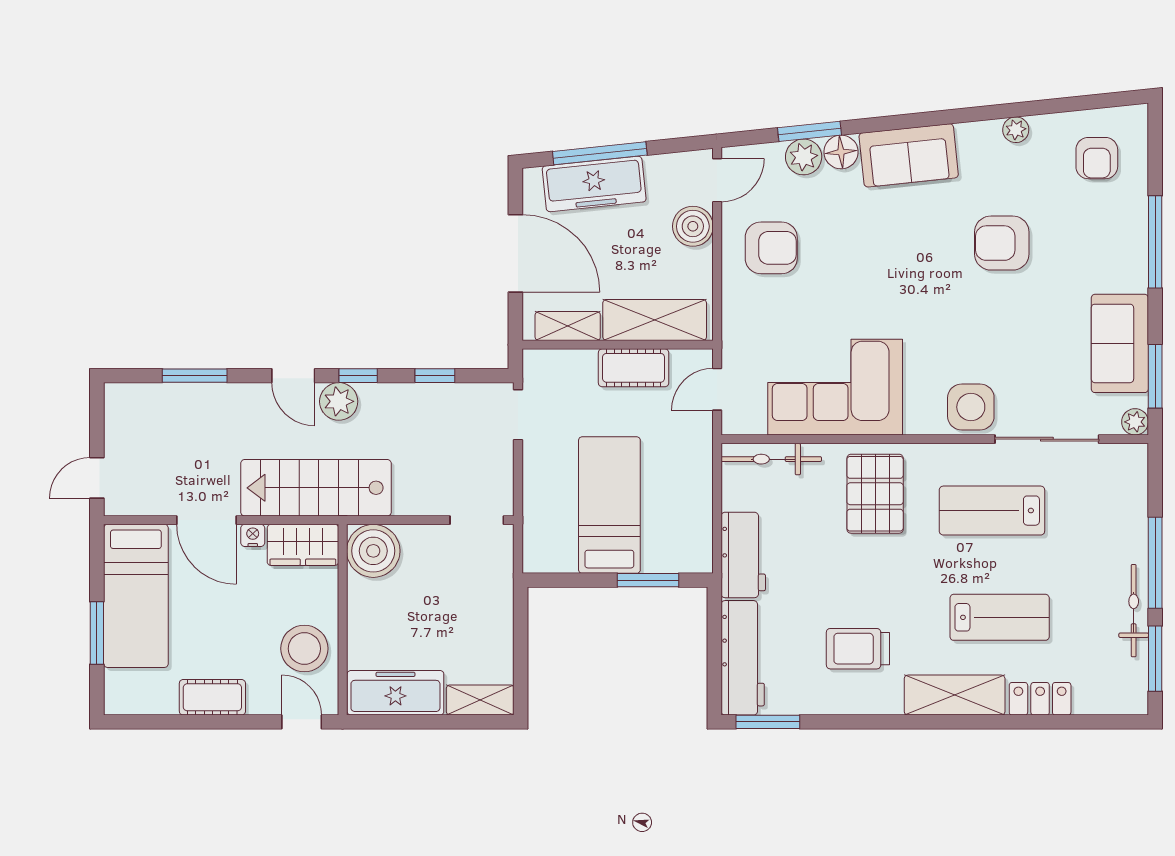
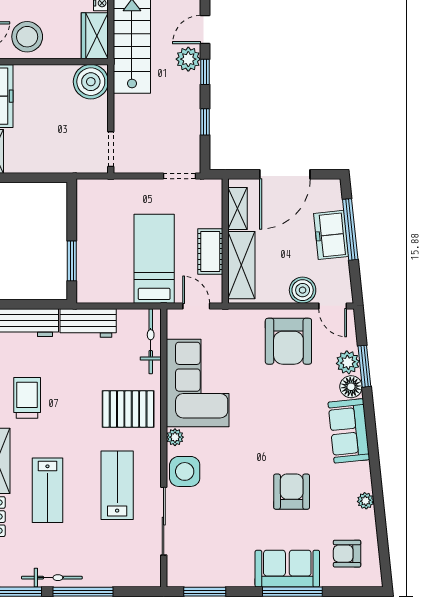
freezer: (594, 184) -> (331, 235), width x0.71
armchair: (771, 248) -> (288, 341), width x1.36, depth x1.36
sofa: (1120, 343) -> (287, 569), moved
plant: (1135, 422) -> (175, 437), moved
bed: (609, 505) -> (154, 259), moved, turned -90

